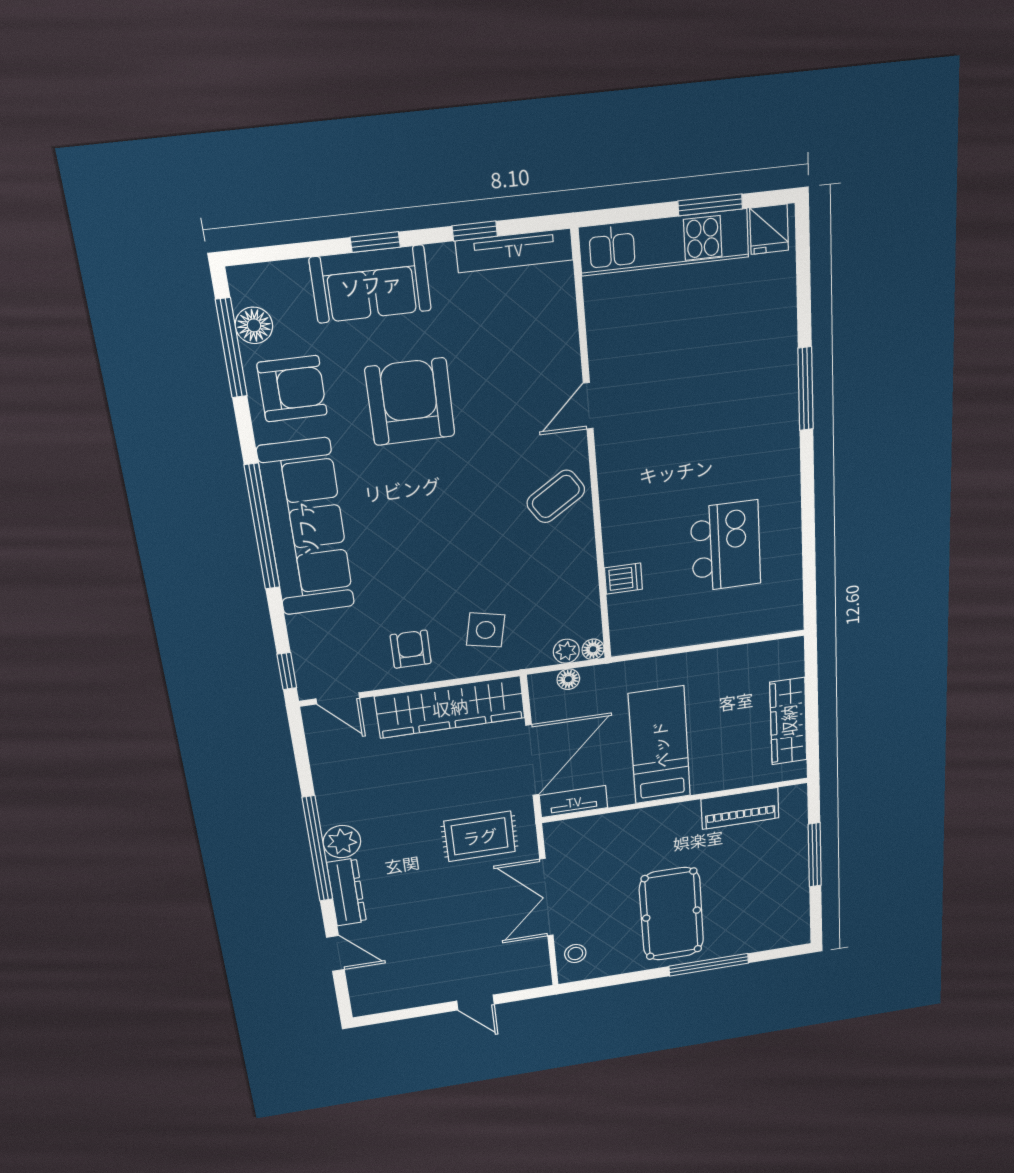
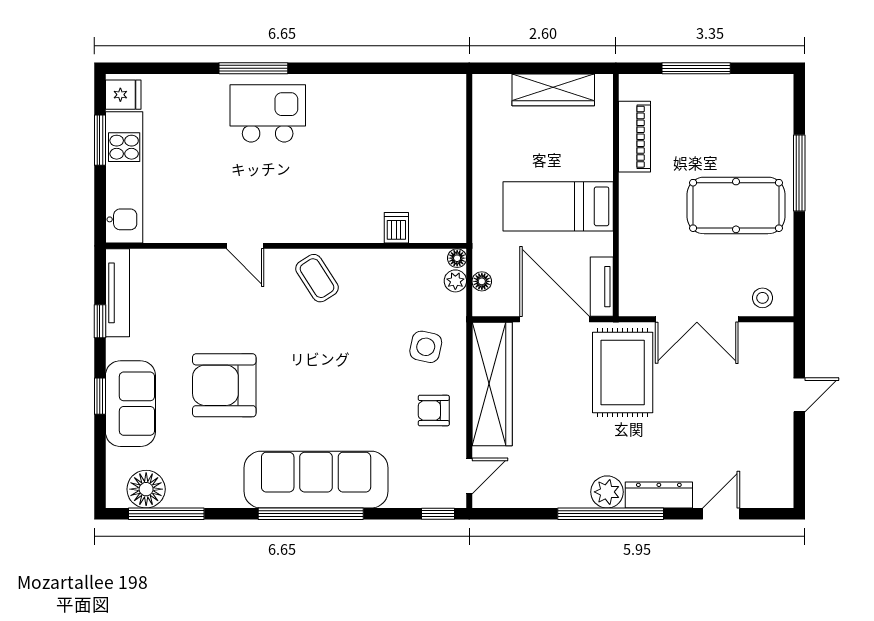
floor lamp: (254, 325) -> (146, 489), width x1.38, depth x1.38
armchair: (292, 389) -> (203, 474), removed
kitchen island: (726, 546) -> (268, 113), moved
rug: (480, 836) -> (623, 373), width x1.36, depth x1.43

